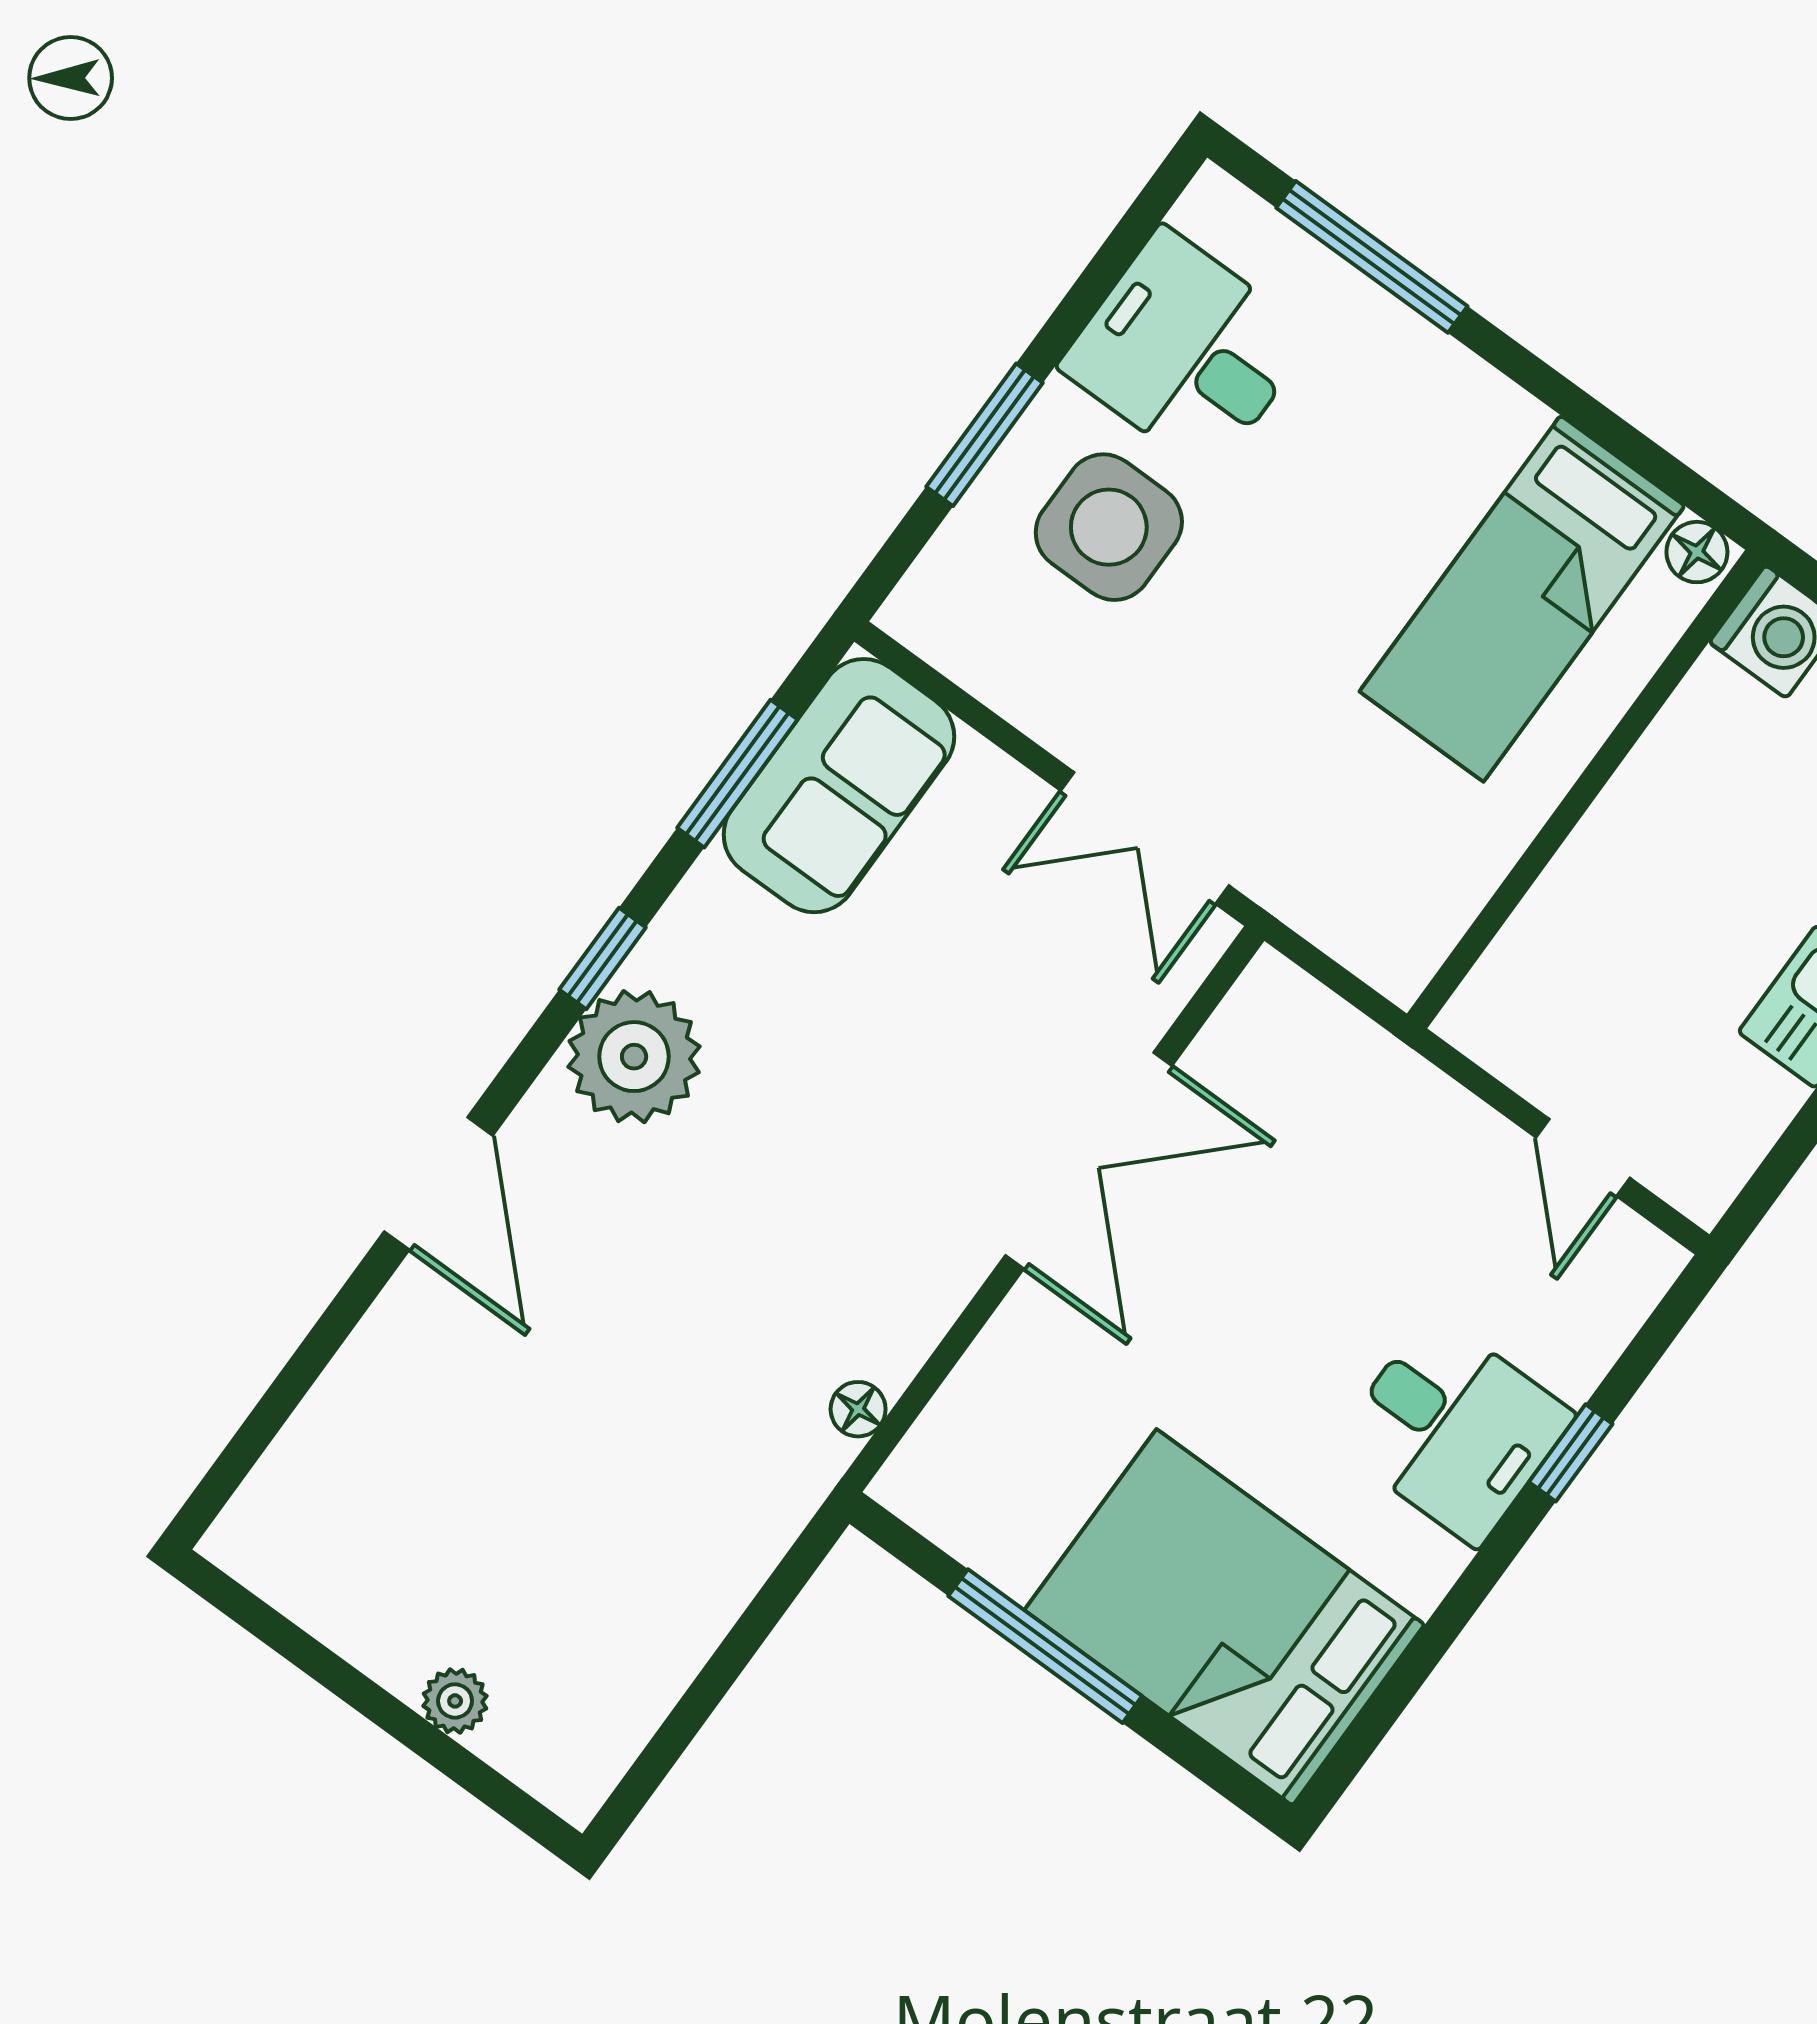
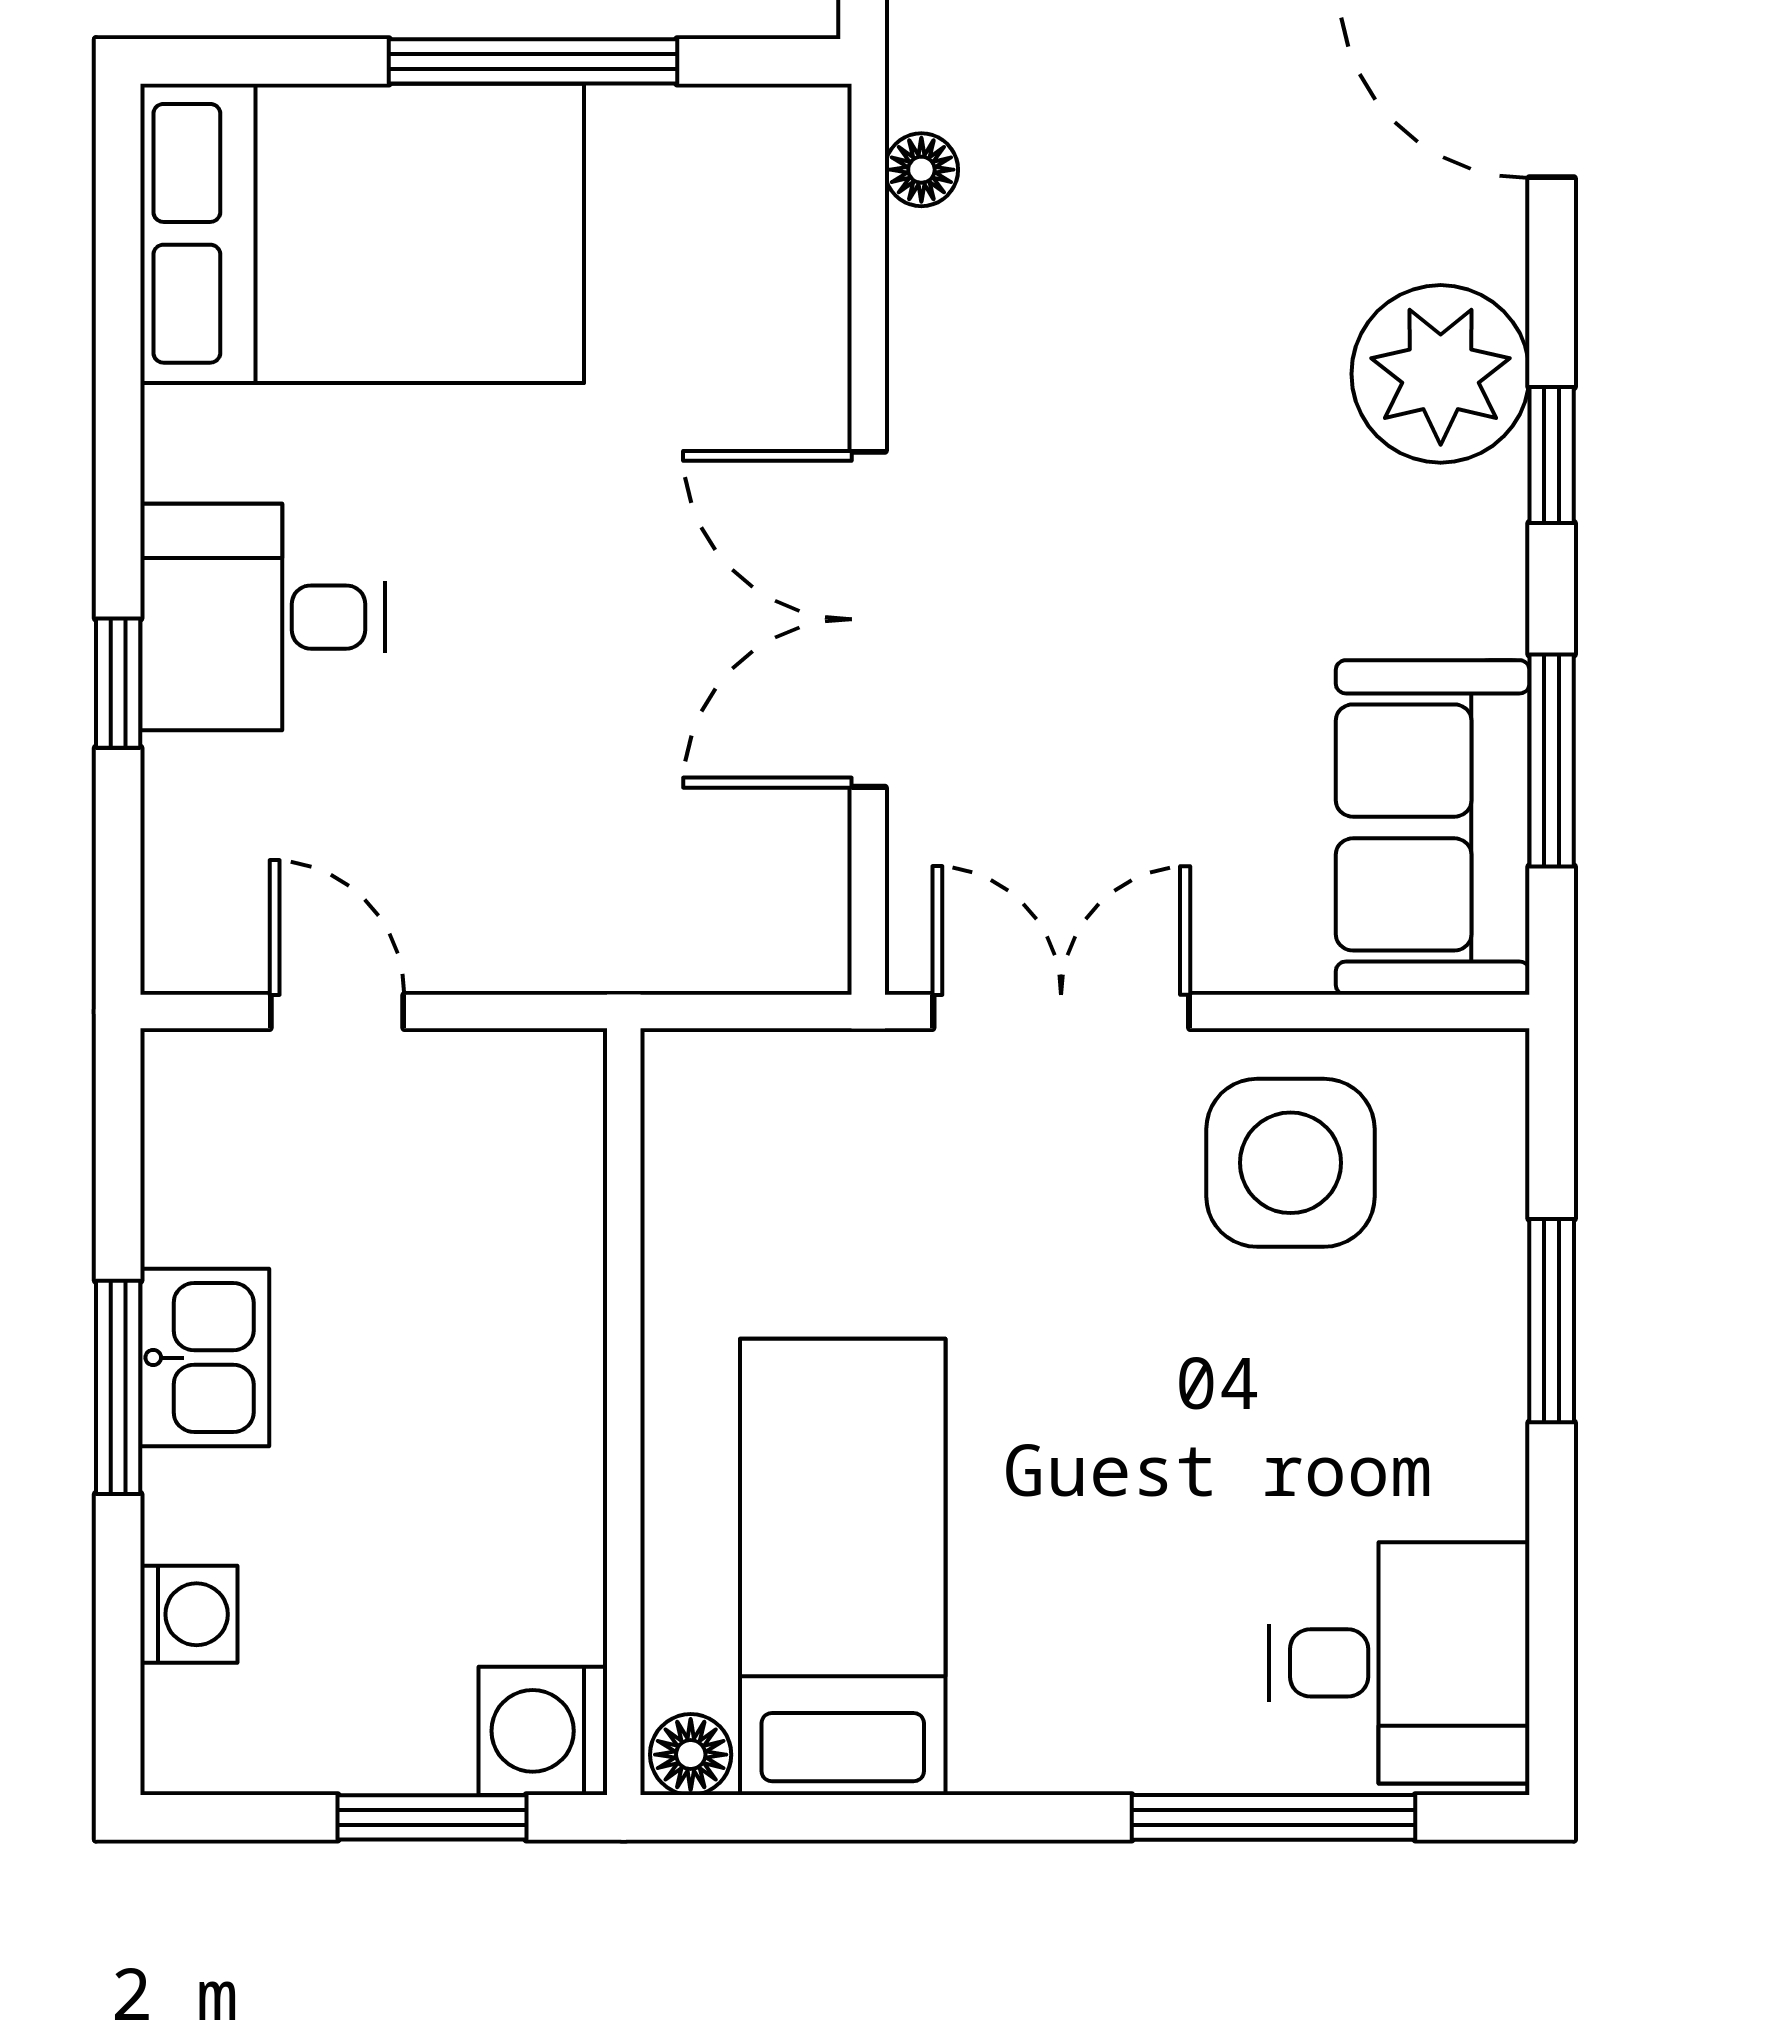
desk: (1186, 351) -> (1399, 1663), moved
side table: (1109, 527) -> (1291, 1163), moved

